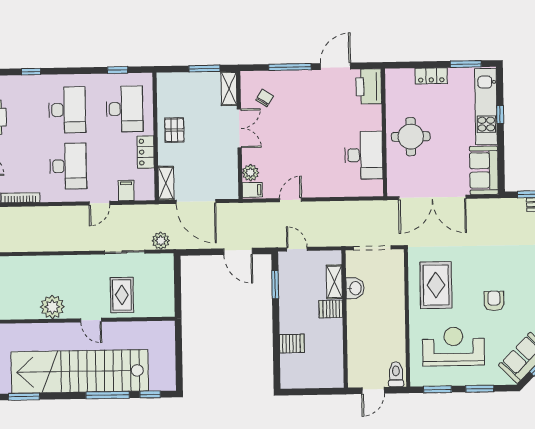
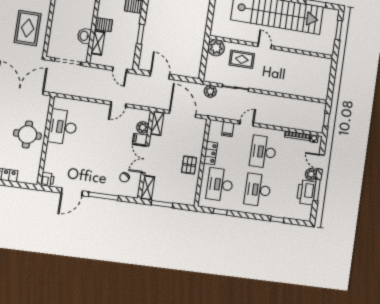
printer: (369, 86) -> (47, 180), width x0.53, depth x0.68
shelving: (166, 183) -> (157, 123), moved
filing cabinet: (252, 190) -> (140, 139), moved
window: (275, 285) -> (141, 34), moved
rug: (122, 295) -> (242, 59), turned 90
plant: (52, 307) -> (216, 48), moved

